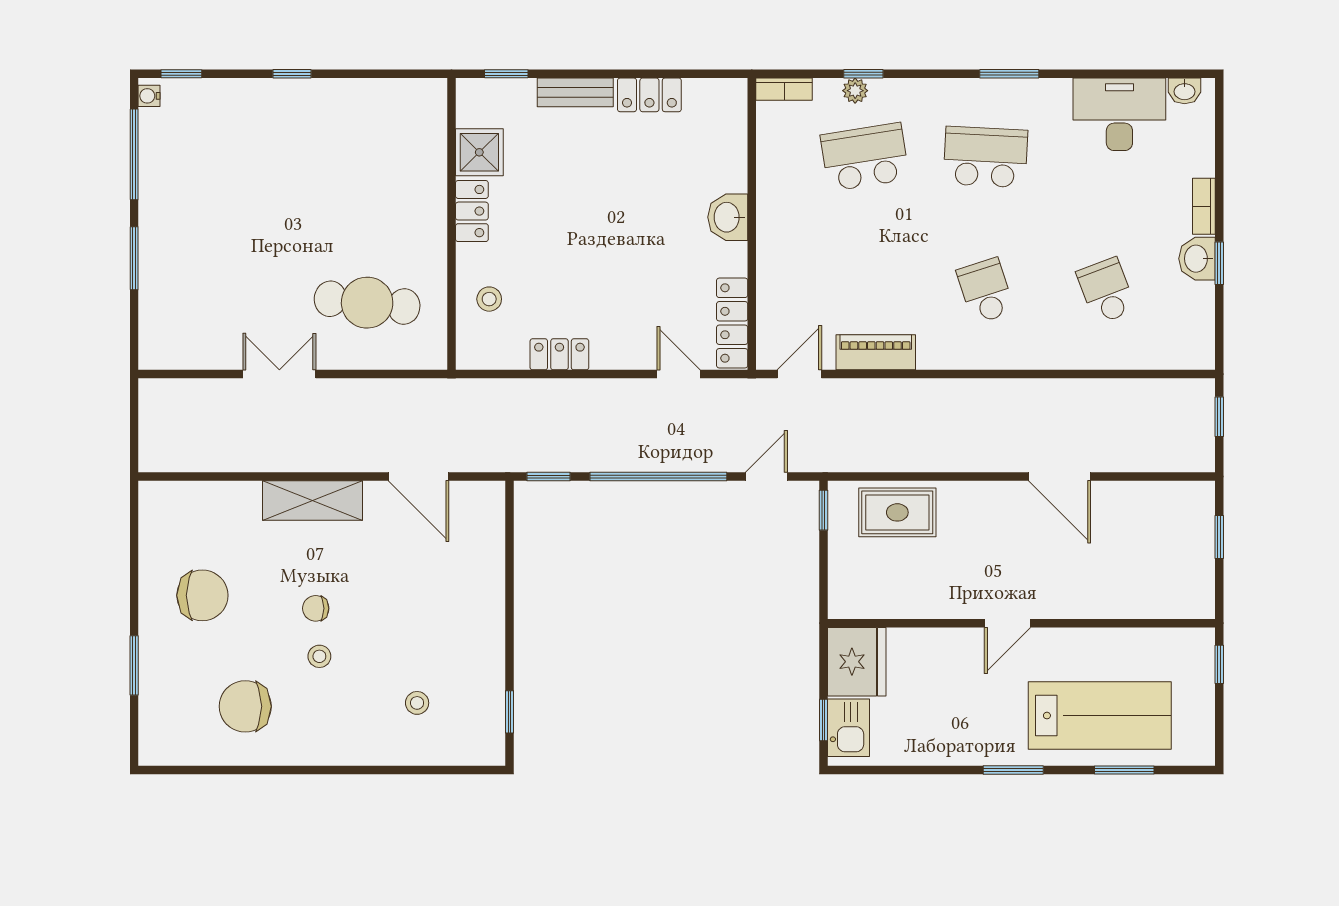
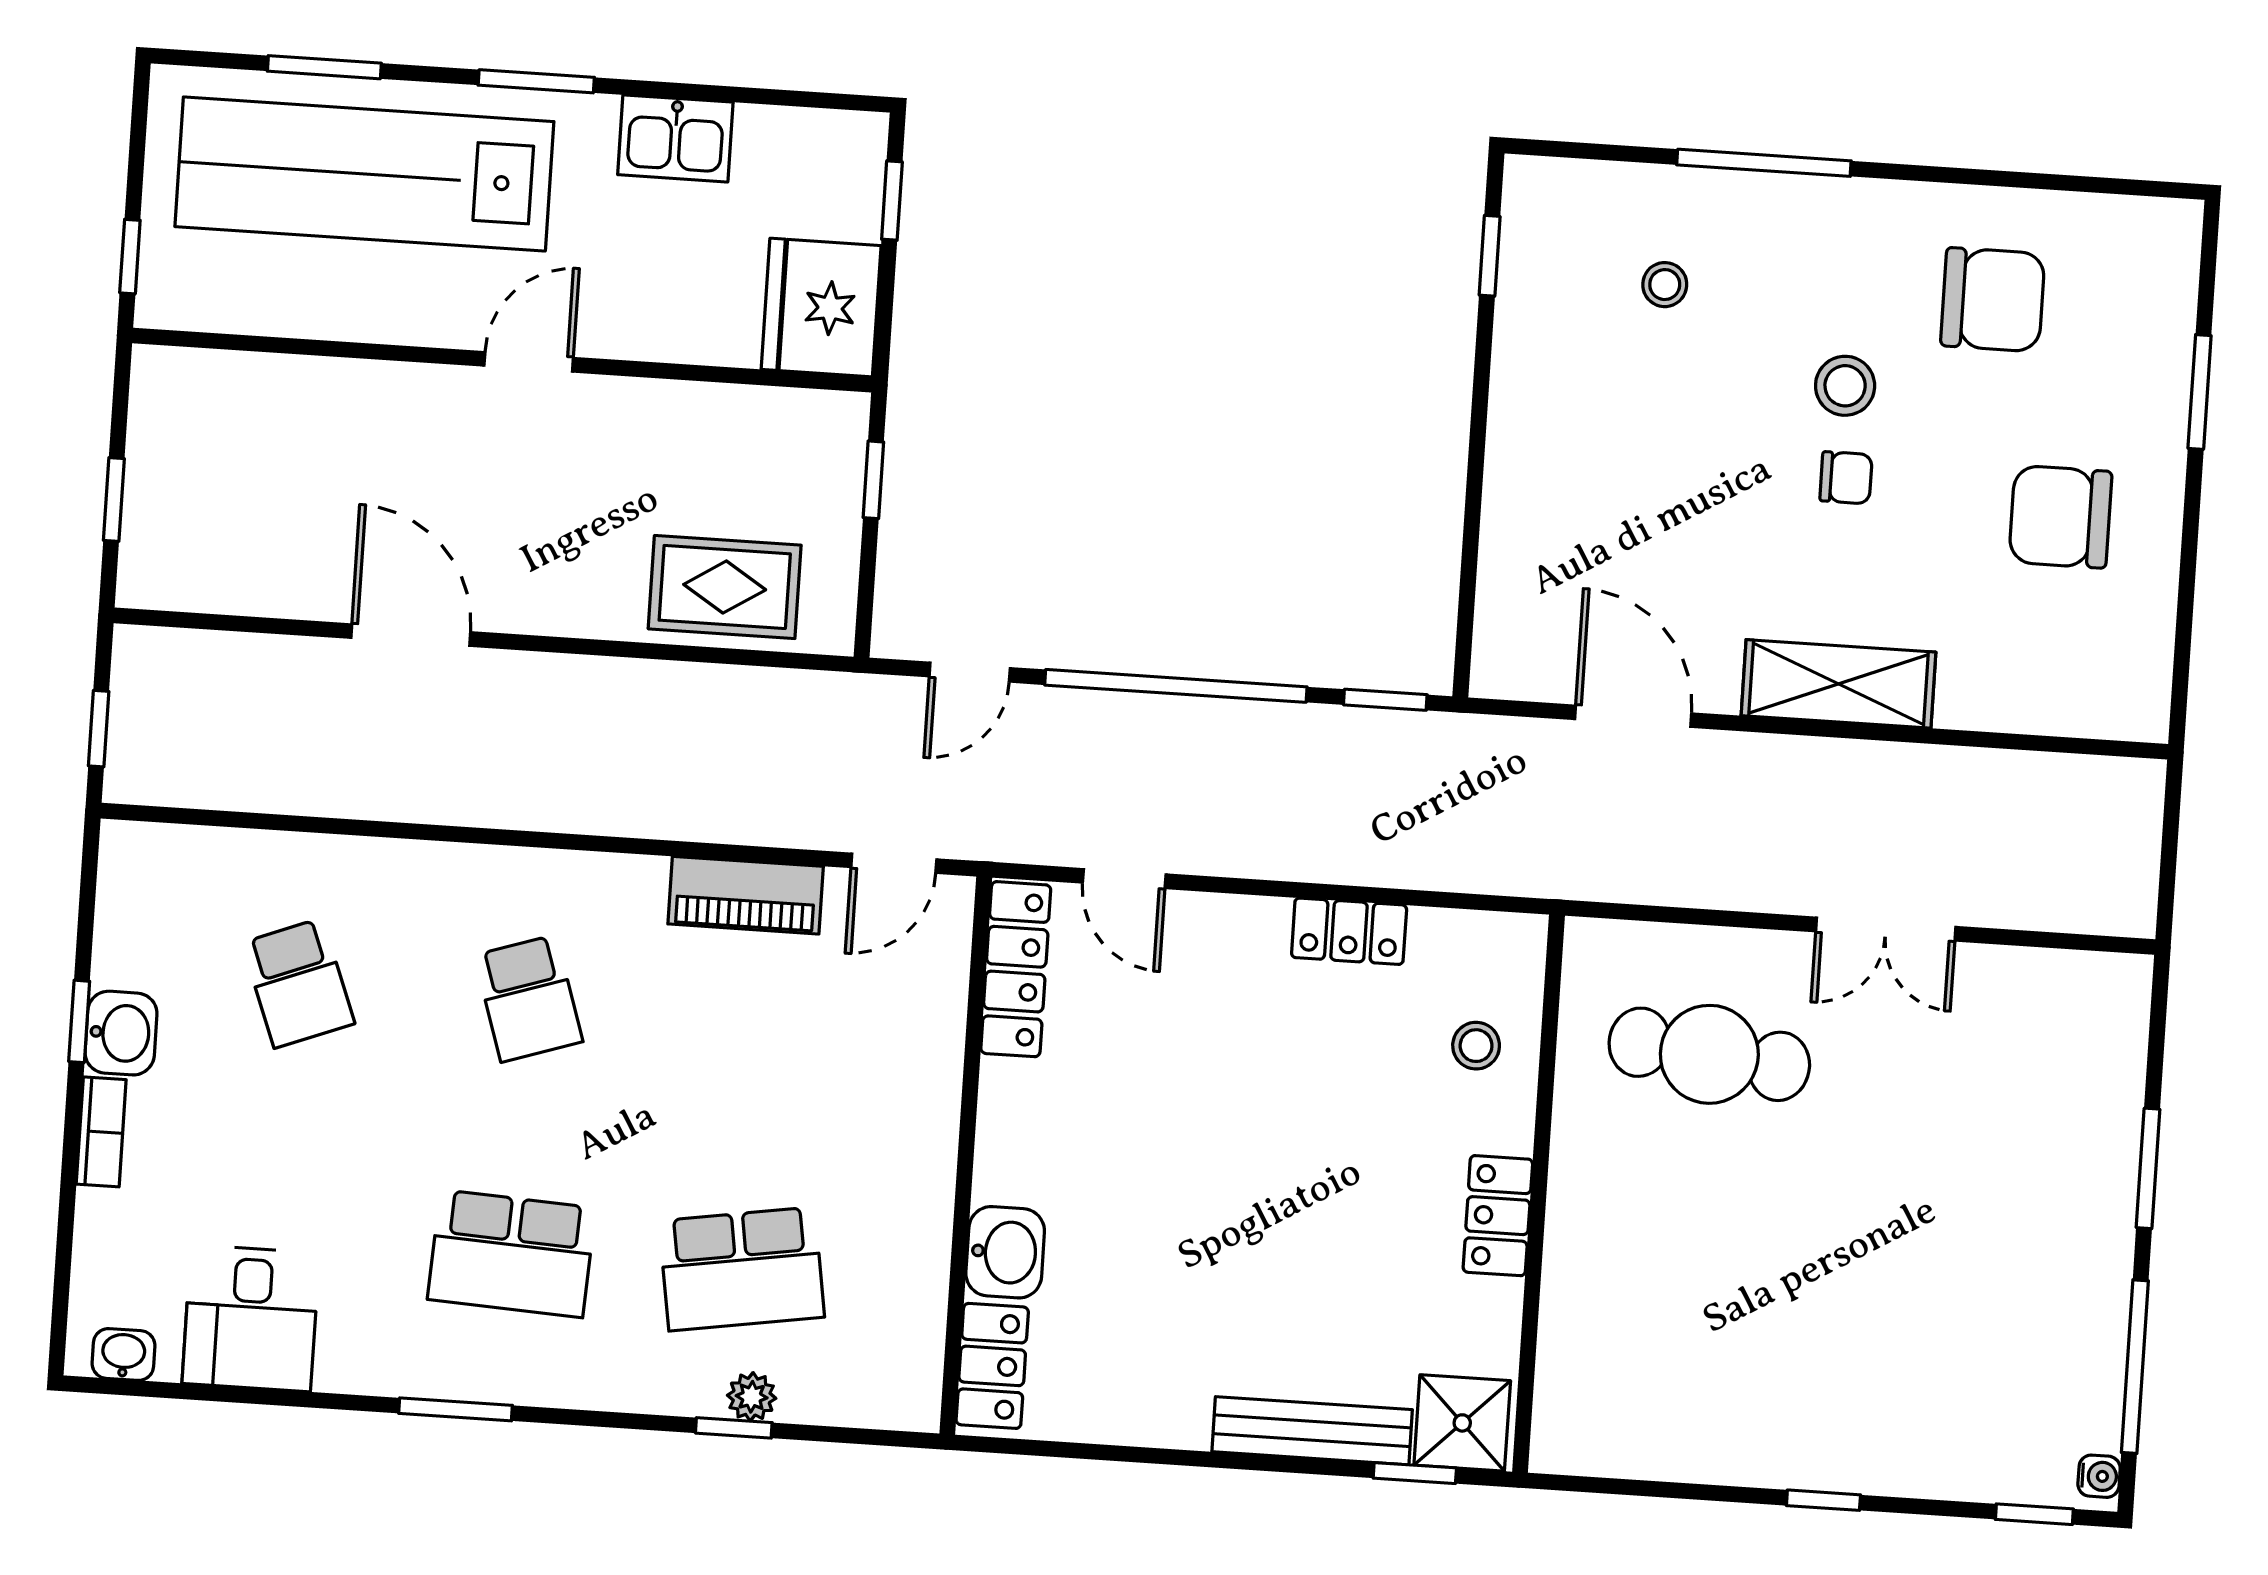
bookcase: (784, 89) -> (887, 1409), removed
bench: (575, 92) -> (1312, 1431), width x1.36
locker: (649, 95) -> (992, 1366), moved, turned 90
desk: (1119, 114) -> (251, 1318), width x0.73
shower: (479, 152) -> (1462, 1423), moved
washbasin: (728, 217) -> (1005, 1252), moved
window: (823, 510) -> (873, 480), moved
stool: (319, 656) -> (1845, 386), width x1.37, depth x1.37
lab bench: (1100, 716) -> (364, 174), width x1.36
kitchen sink: (848, 728) -> (675, 138), moved, turned -90
window: (369, 770) -> (1764, 163), added

